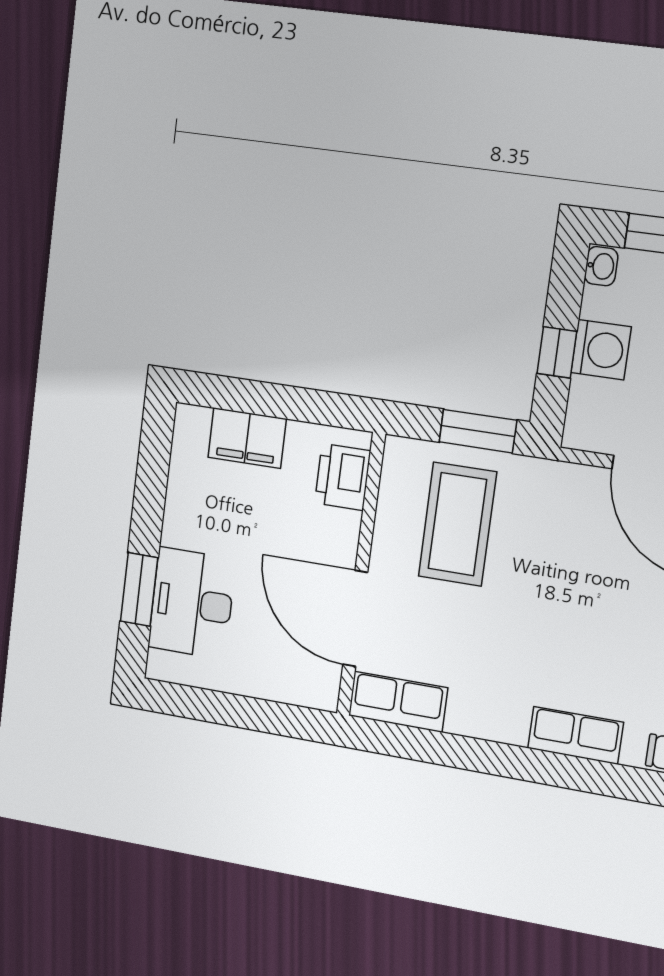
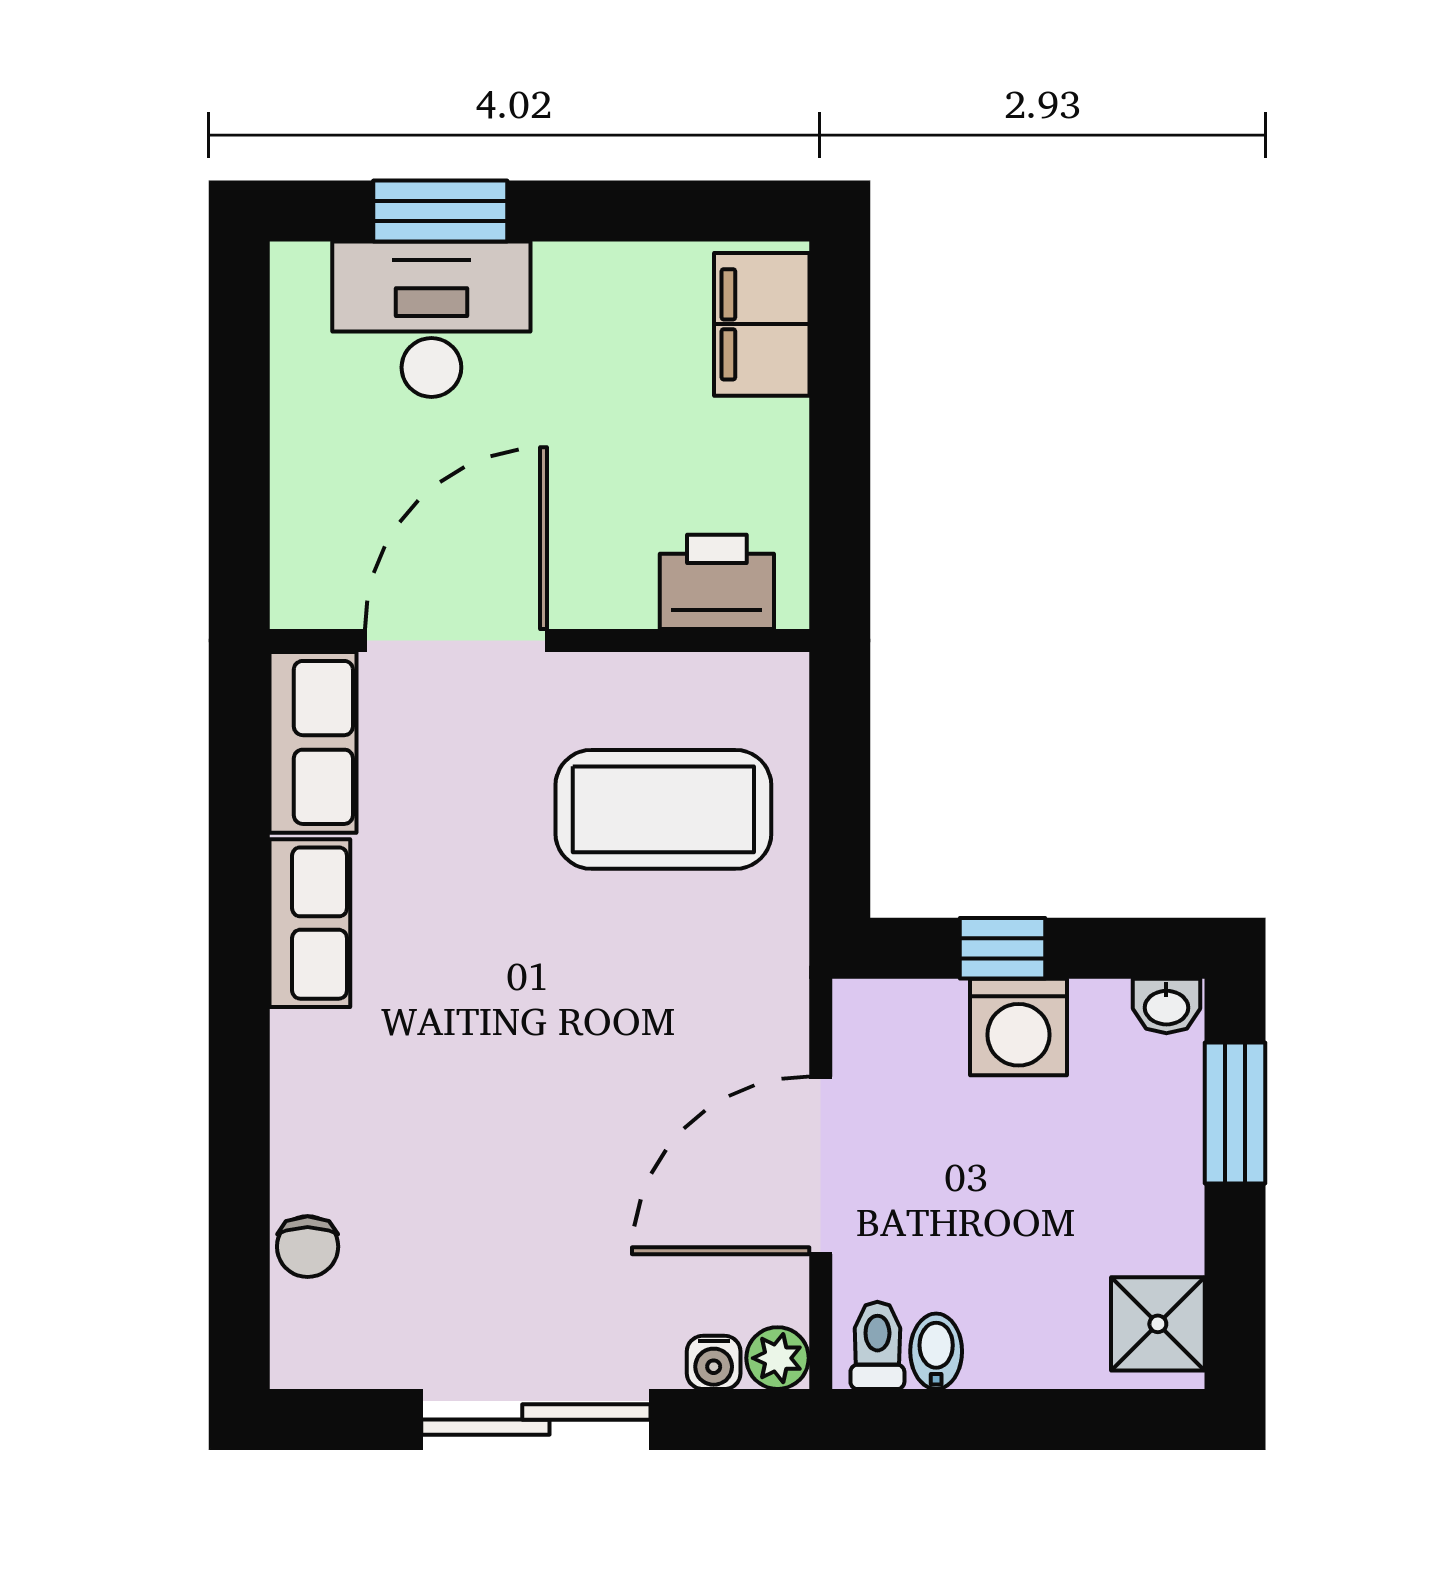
window: (478, 431) -> (840, 824), removed
filing cabinet: (247, 438) -> (762, 324), moved
row of seats: (575, 735) -> (310, 923), moved

